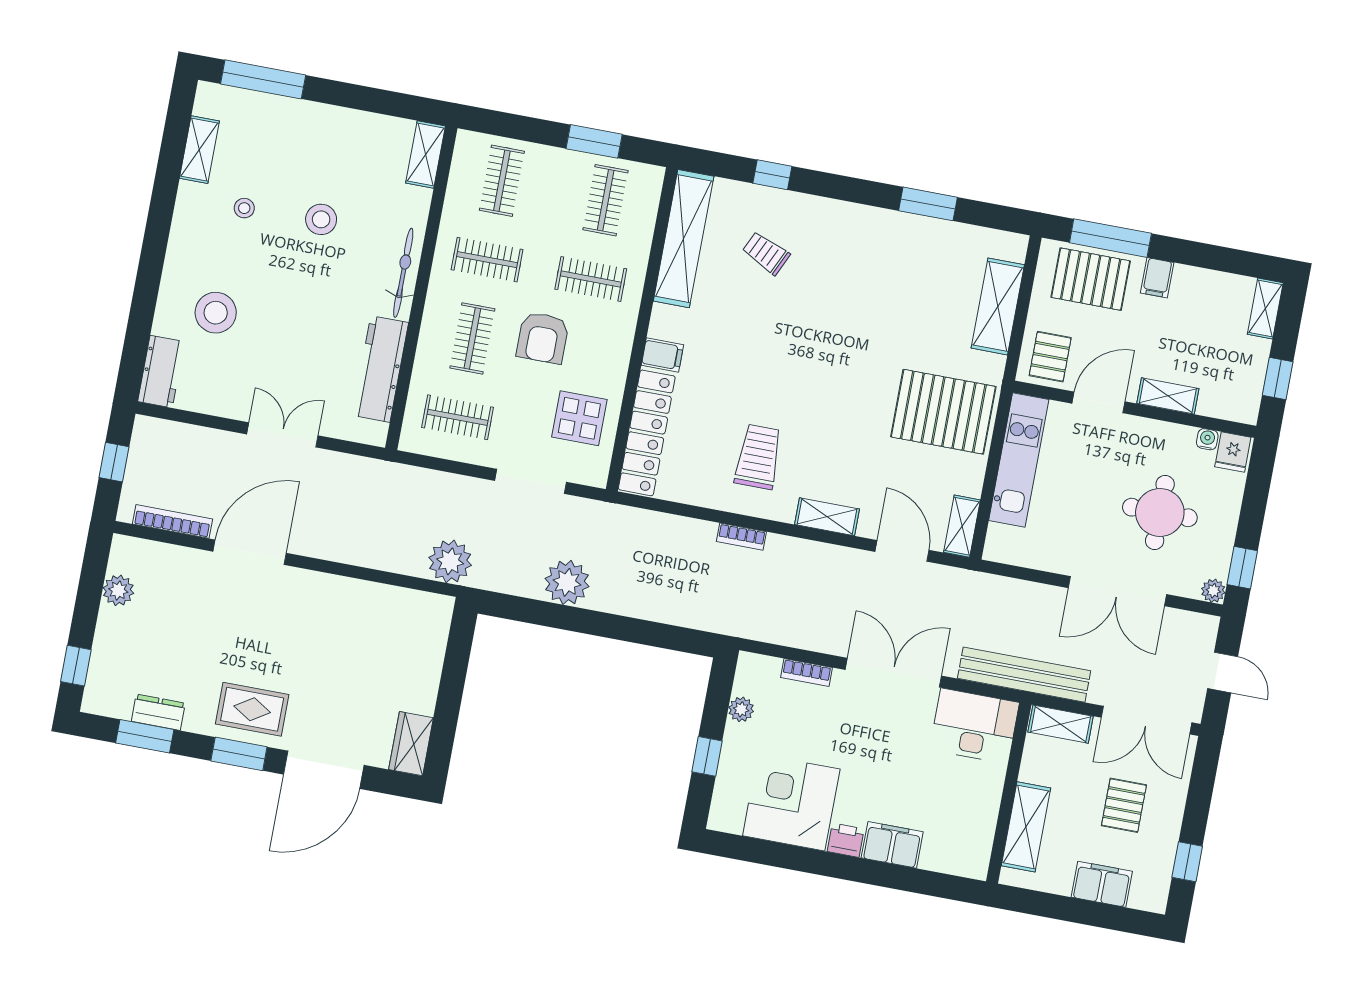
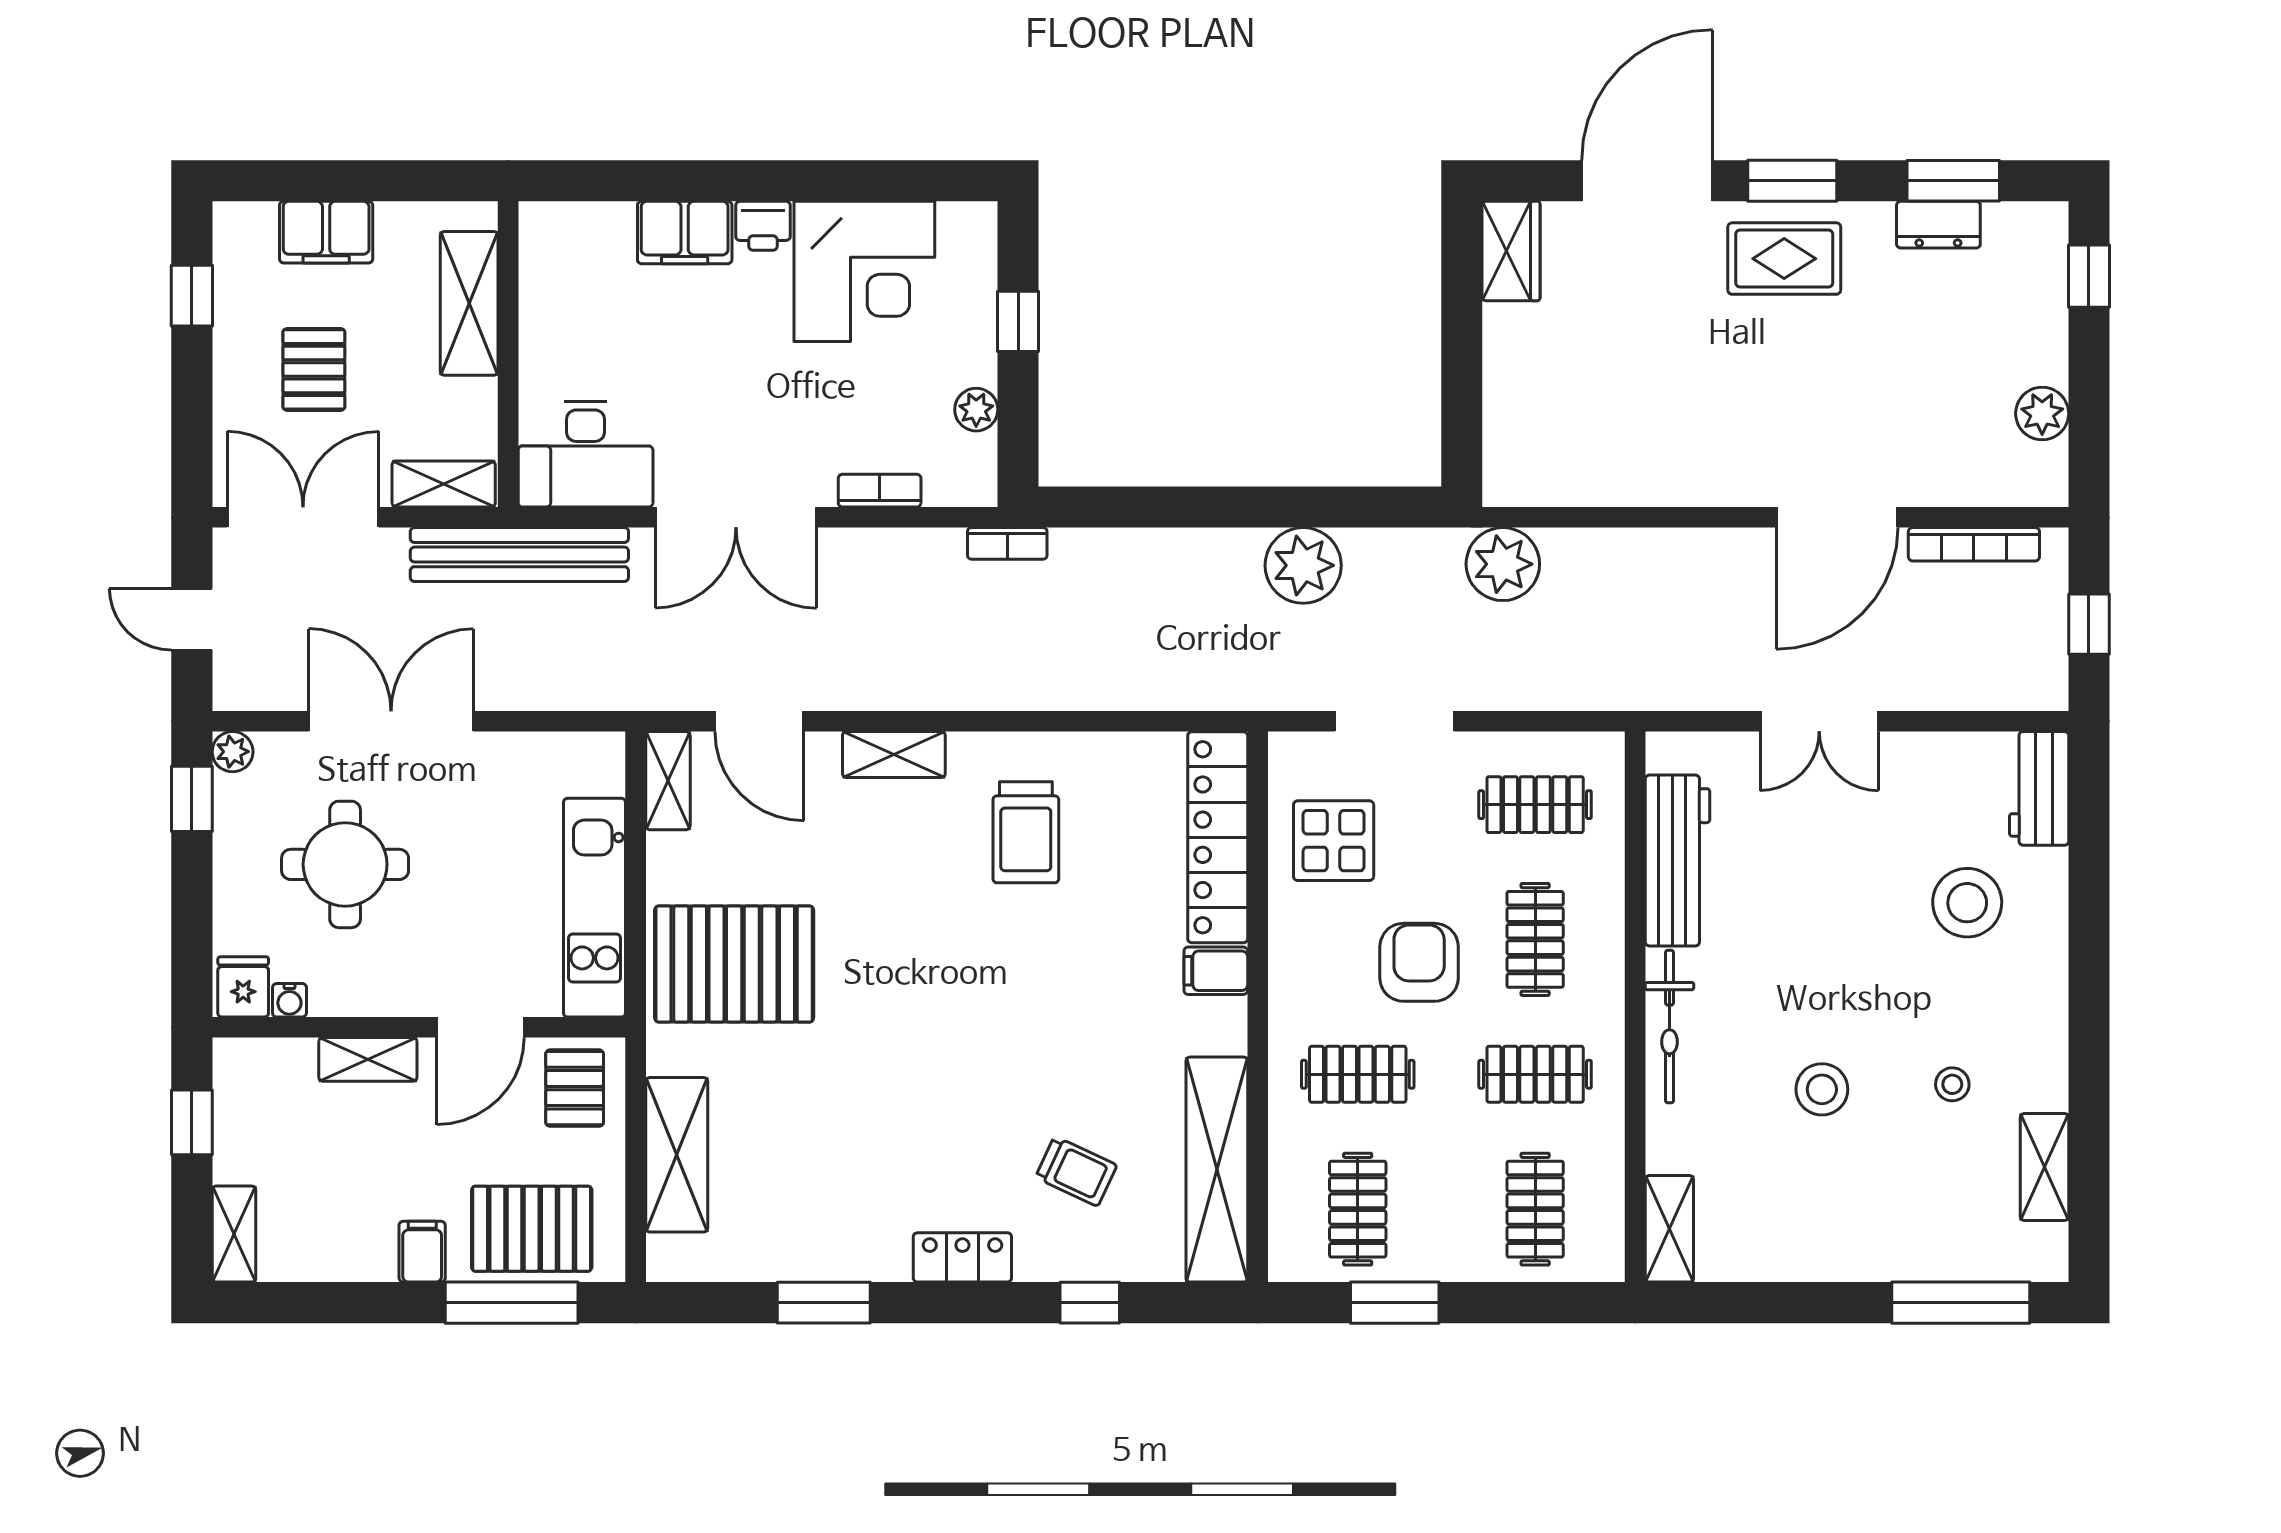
locker: (842, 215) -> (962, 1257), added
bookcase: (741, 537) -> (1007, 543), moved, turned 180

